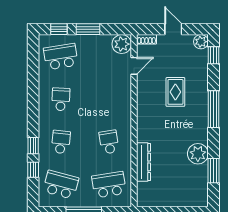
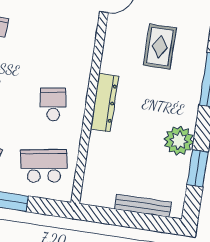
dresser: (144, 162) -> (104, 103), moved
bench: (180, 202) -> (143, 206), added

